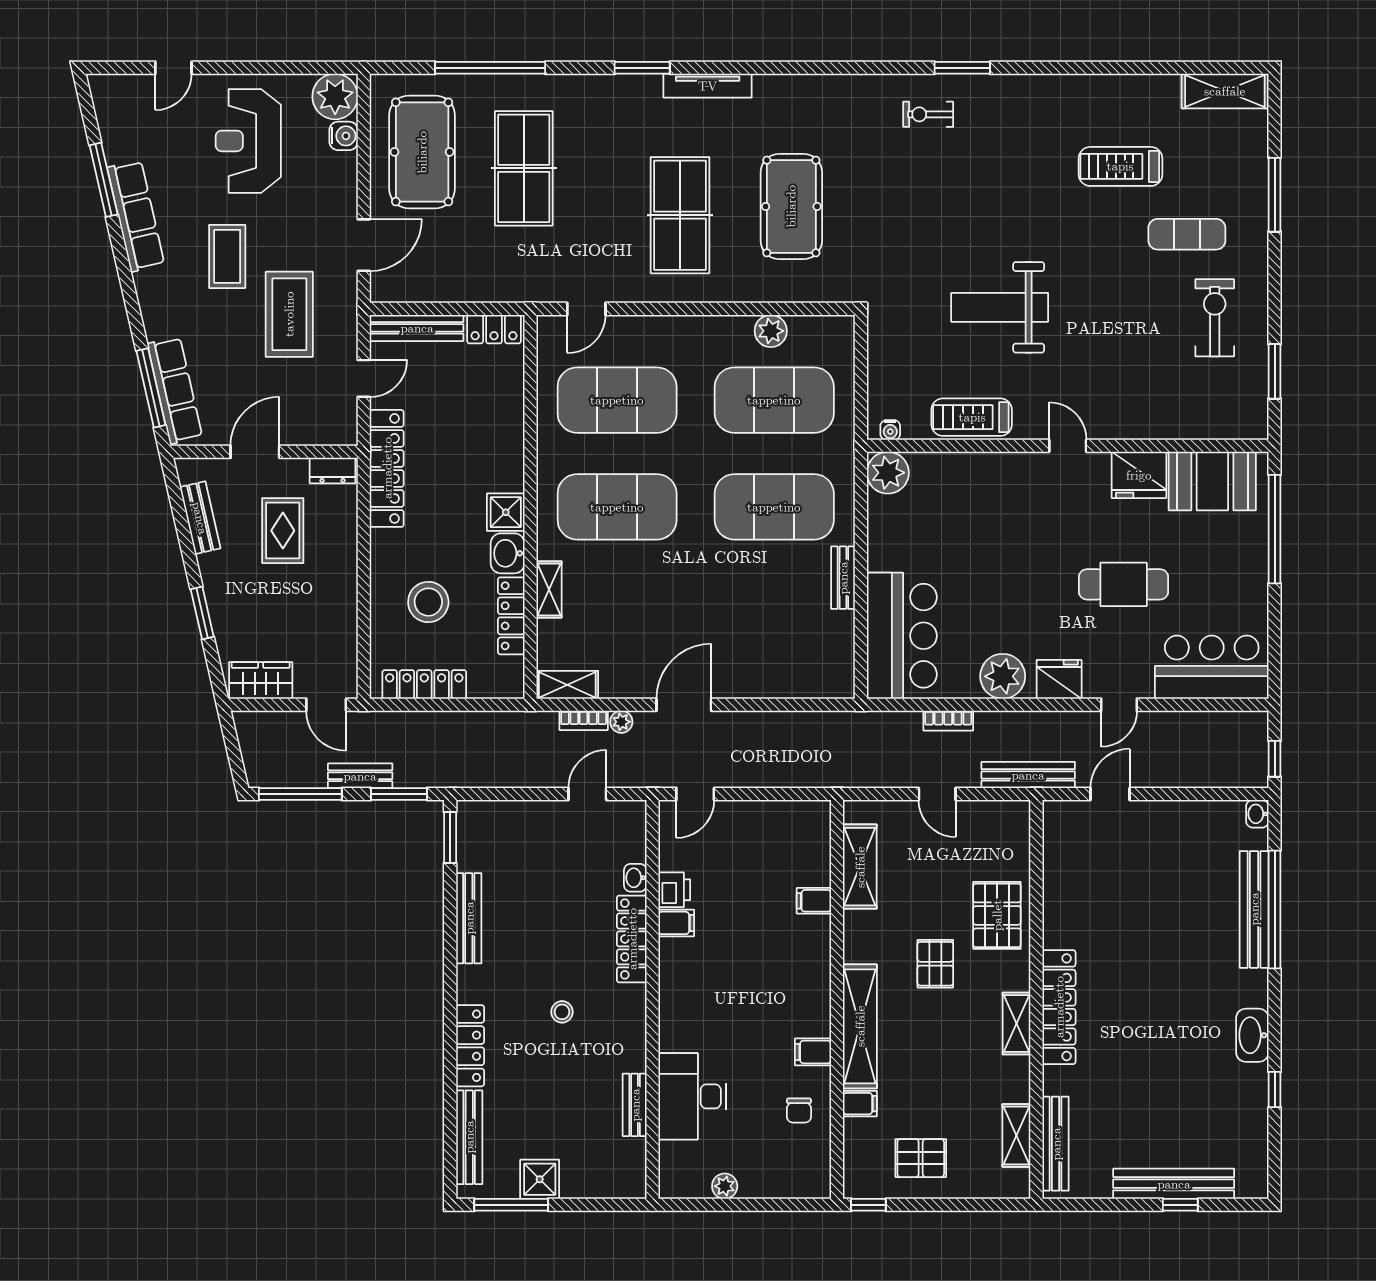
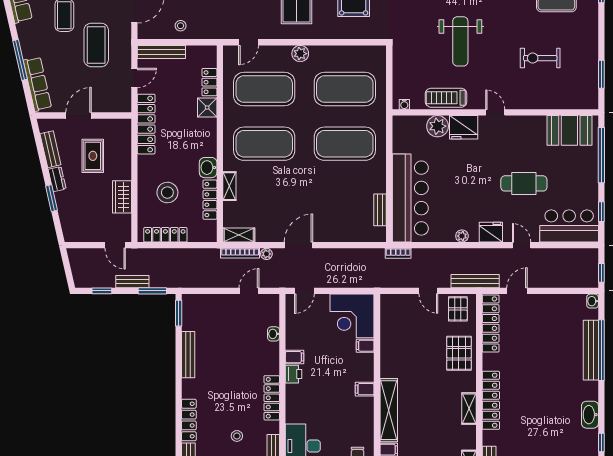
stool: (454, 277) -> (181, 26), added
weight bench: (1000, 307) -> (460, 41), turned -90
exercise bike: (1215, 318) -> (540, 58), moved, turned -90
locker: (494, 329) -> (209, 82), moved, turned 90
plant: (771, 331) -> (300, 54), moved
window: (151, 388) -> (20, 60), moved
dresser: (332, 471) -> (57, 179), moved, turned -103
plant: (888, 473) -> (438, 126), moved
fridge: (1139, 475) -> (464, 127), moved
shower: (506, 512) -> (207, 108), moved
bench: (843, 578) -> (380, 210), moved
bar counter: (902, 636) -> (410, 198), width x1.36
window: (1275, 639) -> (601, 212), added
plant: (1003, 676) -> (462, 236), width x0.53, depth x0.53
wardrobe: (261, 680) -> (122, 197), moved, turned -90
door: (1119, 705) -> (522, 245), swing flipped
bookcase: (584, 720) -> (240, 253), width x1.56
bookcase: (948, 721) -> (398, 253), moved
window: (300, 794) -> (102, 291), width x0.46
corner desk: (788, 843) -> (352, 316), added
locker: (1059, 857) -> (491, 323), added
shelving: (860, 867) -> (389, 328), removed
printer: (674, 890) -> (294, 374), moved
locker: (632, 939) -> (272, 398), moved
pallet: (935, 964) -> (458, 309), moved
stool: (562, 1012) -> (237, 436), moved
filing cabinet: (813, 1052) -> (365, 389), moved

